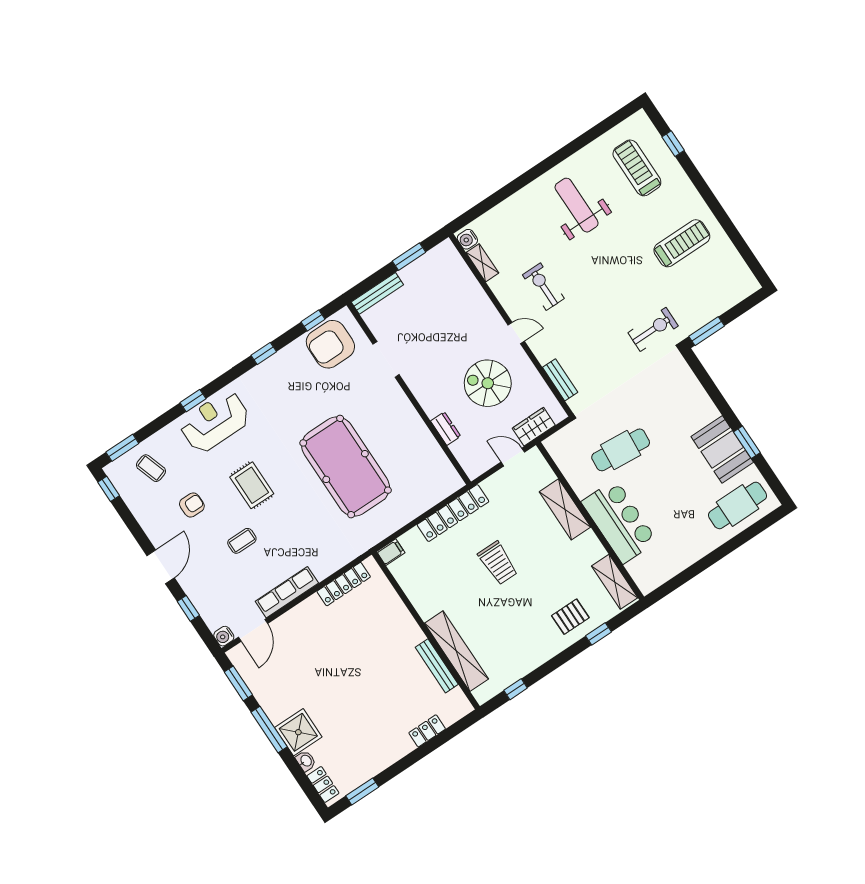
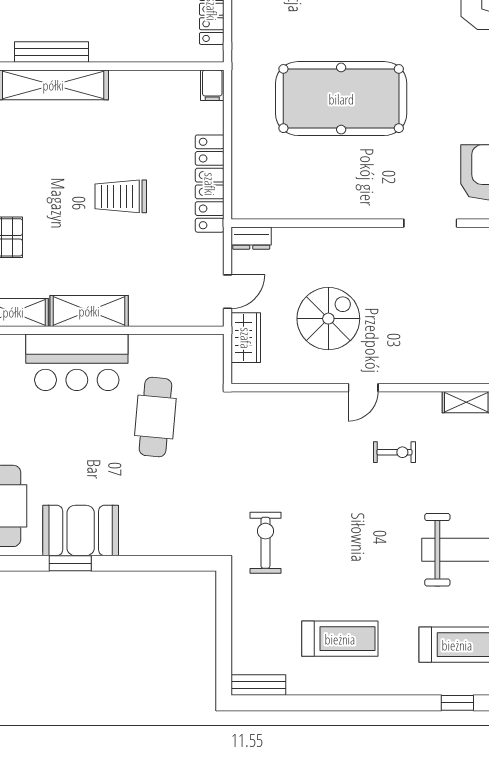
treadmill: (682, 243) -> (340, 639), turned -90
exercise bike: (543, 287) -> (394, 452), width x0.73, depth x0.72
exercise bike: (653, 329) -> (265, 543), turned 180
window: (707, 331) -> (224, 601), removed
bench: (560, 380) -> (258, 685), moved
dresser: (446, 429) -> (251, 238), moved
shelving: (565, 509) -> (89, 311), moved

